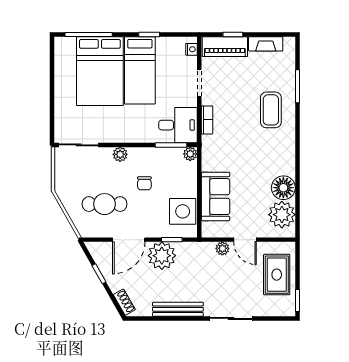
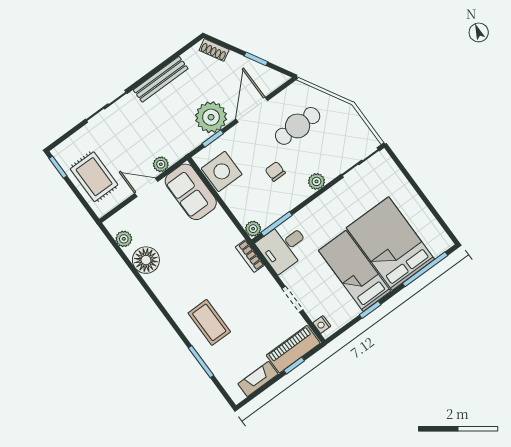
bookcase: (207, 120) -> (250, 256), moved
sofa: (215, 197) -> (191, 192), moved
plant: (282, 215) -> (124, 239), width x0.53, depth x0.53

